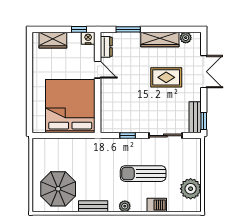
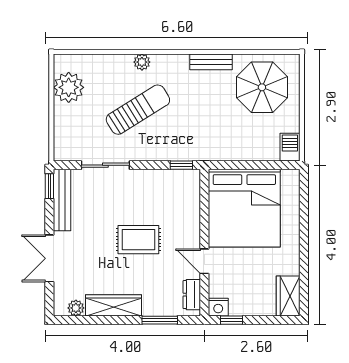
wardrobe: (53, 40) -> (288, 296), moved, turned -90
rug: (166, 77) -> (138, 240), moved
bench: (195, 117) -> (62, 200), width x1.36
window: (128, 136) -> (181, 165), moved
sun lounger: (143, 174) -> (138, 110), turned -32
barbecue: (157, 205) -> (290, 147), moved, turned 90
plant: (125, 206) -> (142, 62), moved

